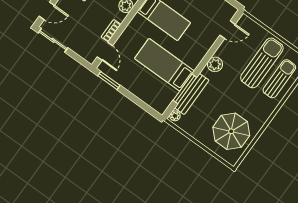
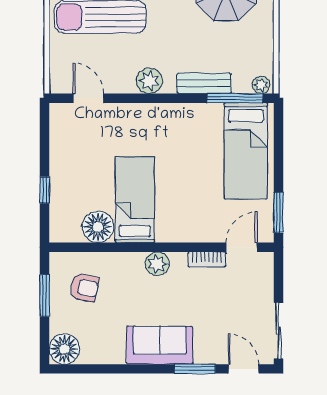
bed: (164, 65) -> (246, 151), moved
window: (185, 89) -> (235, 98), moved
bench: (192, 94) -> (204, 83), width x0.73

